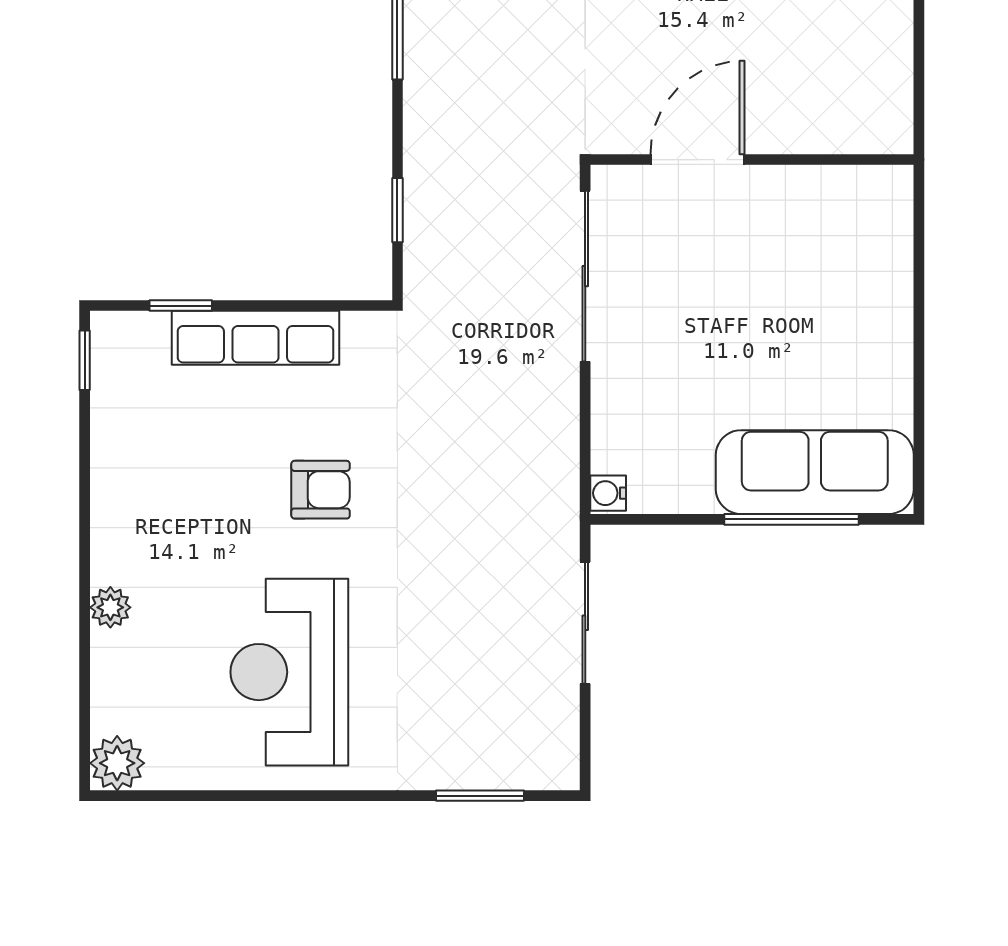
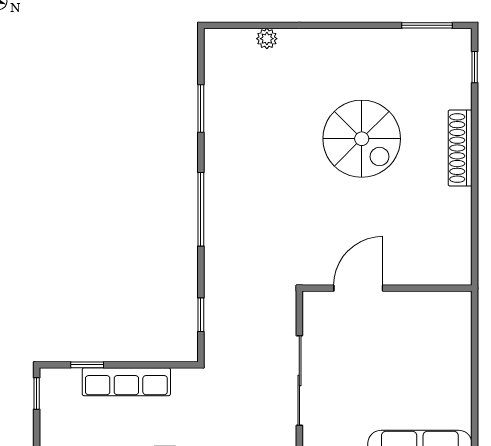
sliding door: (585, 276) -> (299, 380), moved

